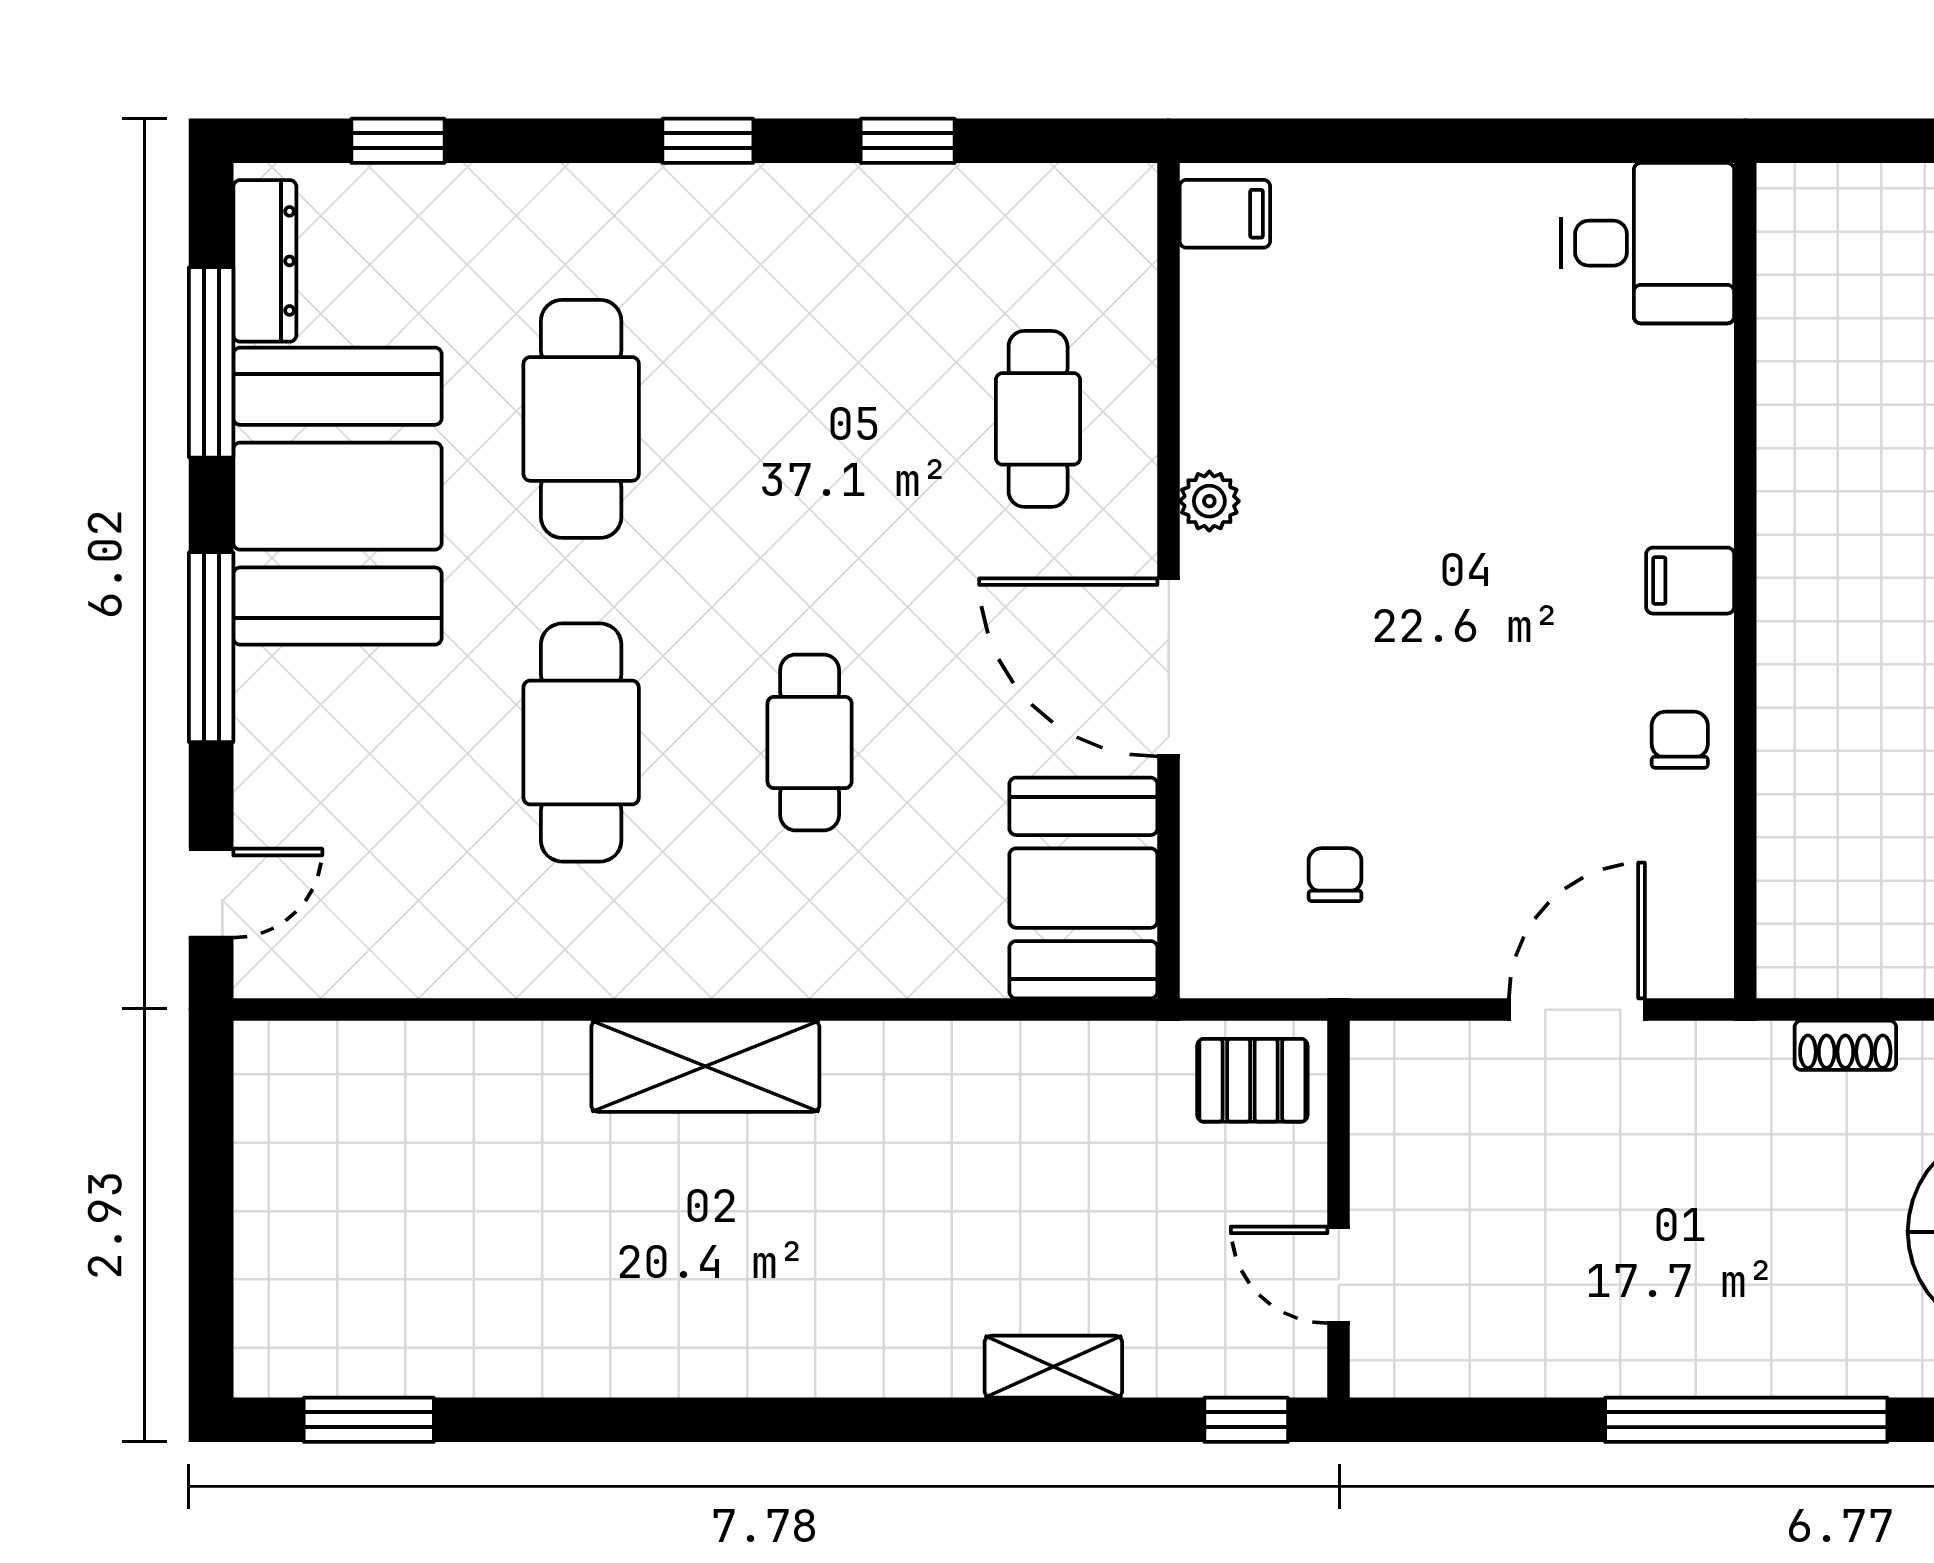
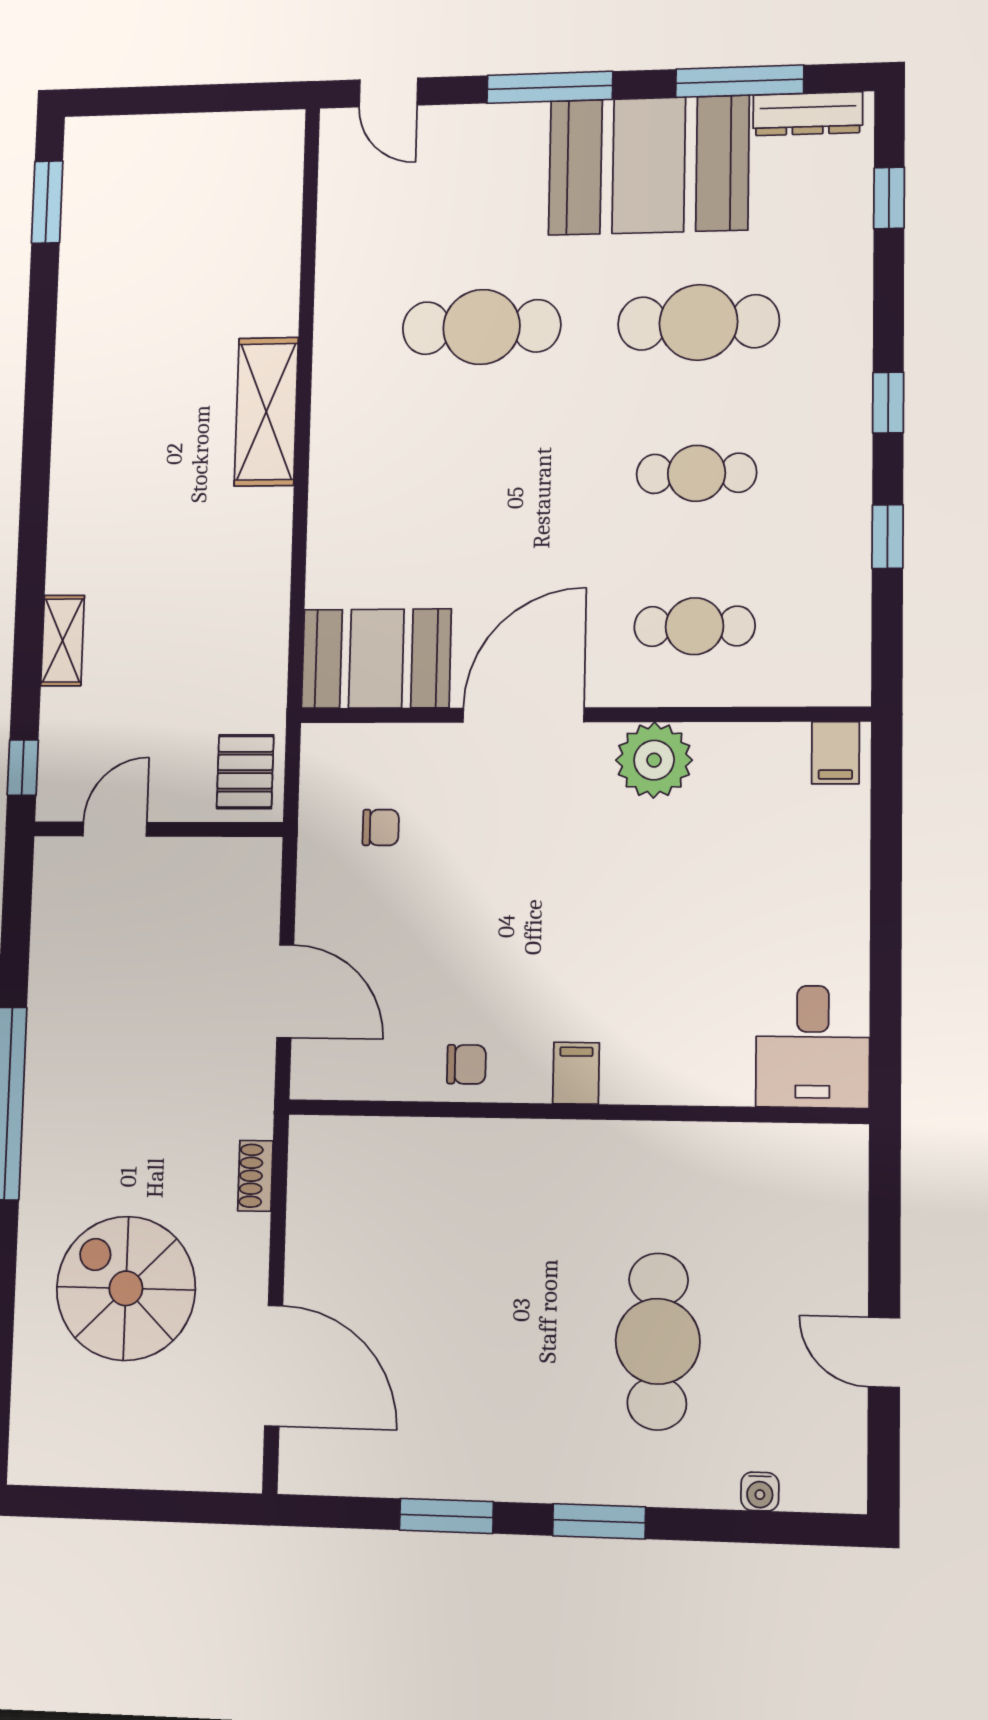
plant: (1209, 501) -> (654, 760), width x1.88, depth x1.88
cafe table: (810, 743) -> (697, 473), moved

